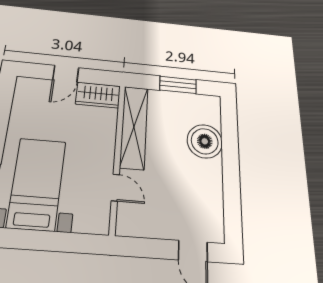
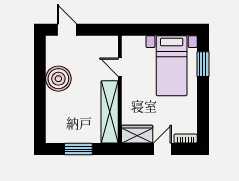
bookcase: (32, 83) -> (186, 139), added
boiler: (205, 141) -> (58, 79), moved

